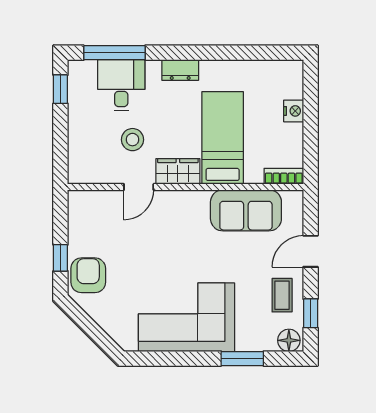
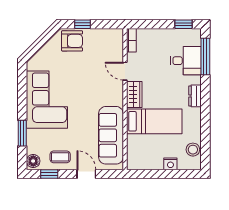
stool: (133, 140) -> (193, 150), moved
bookcase: (284, 176) -> (131, 40), moved
sofa: (246, 210) -> (111, 135), width x1.36

